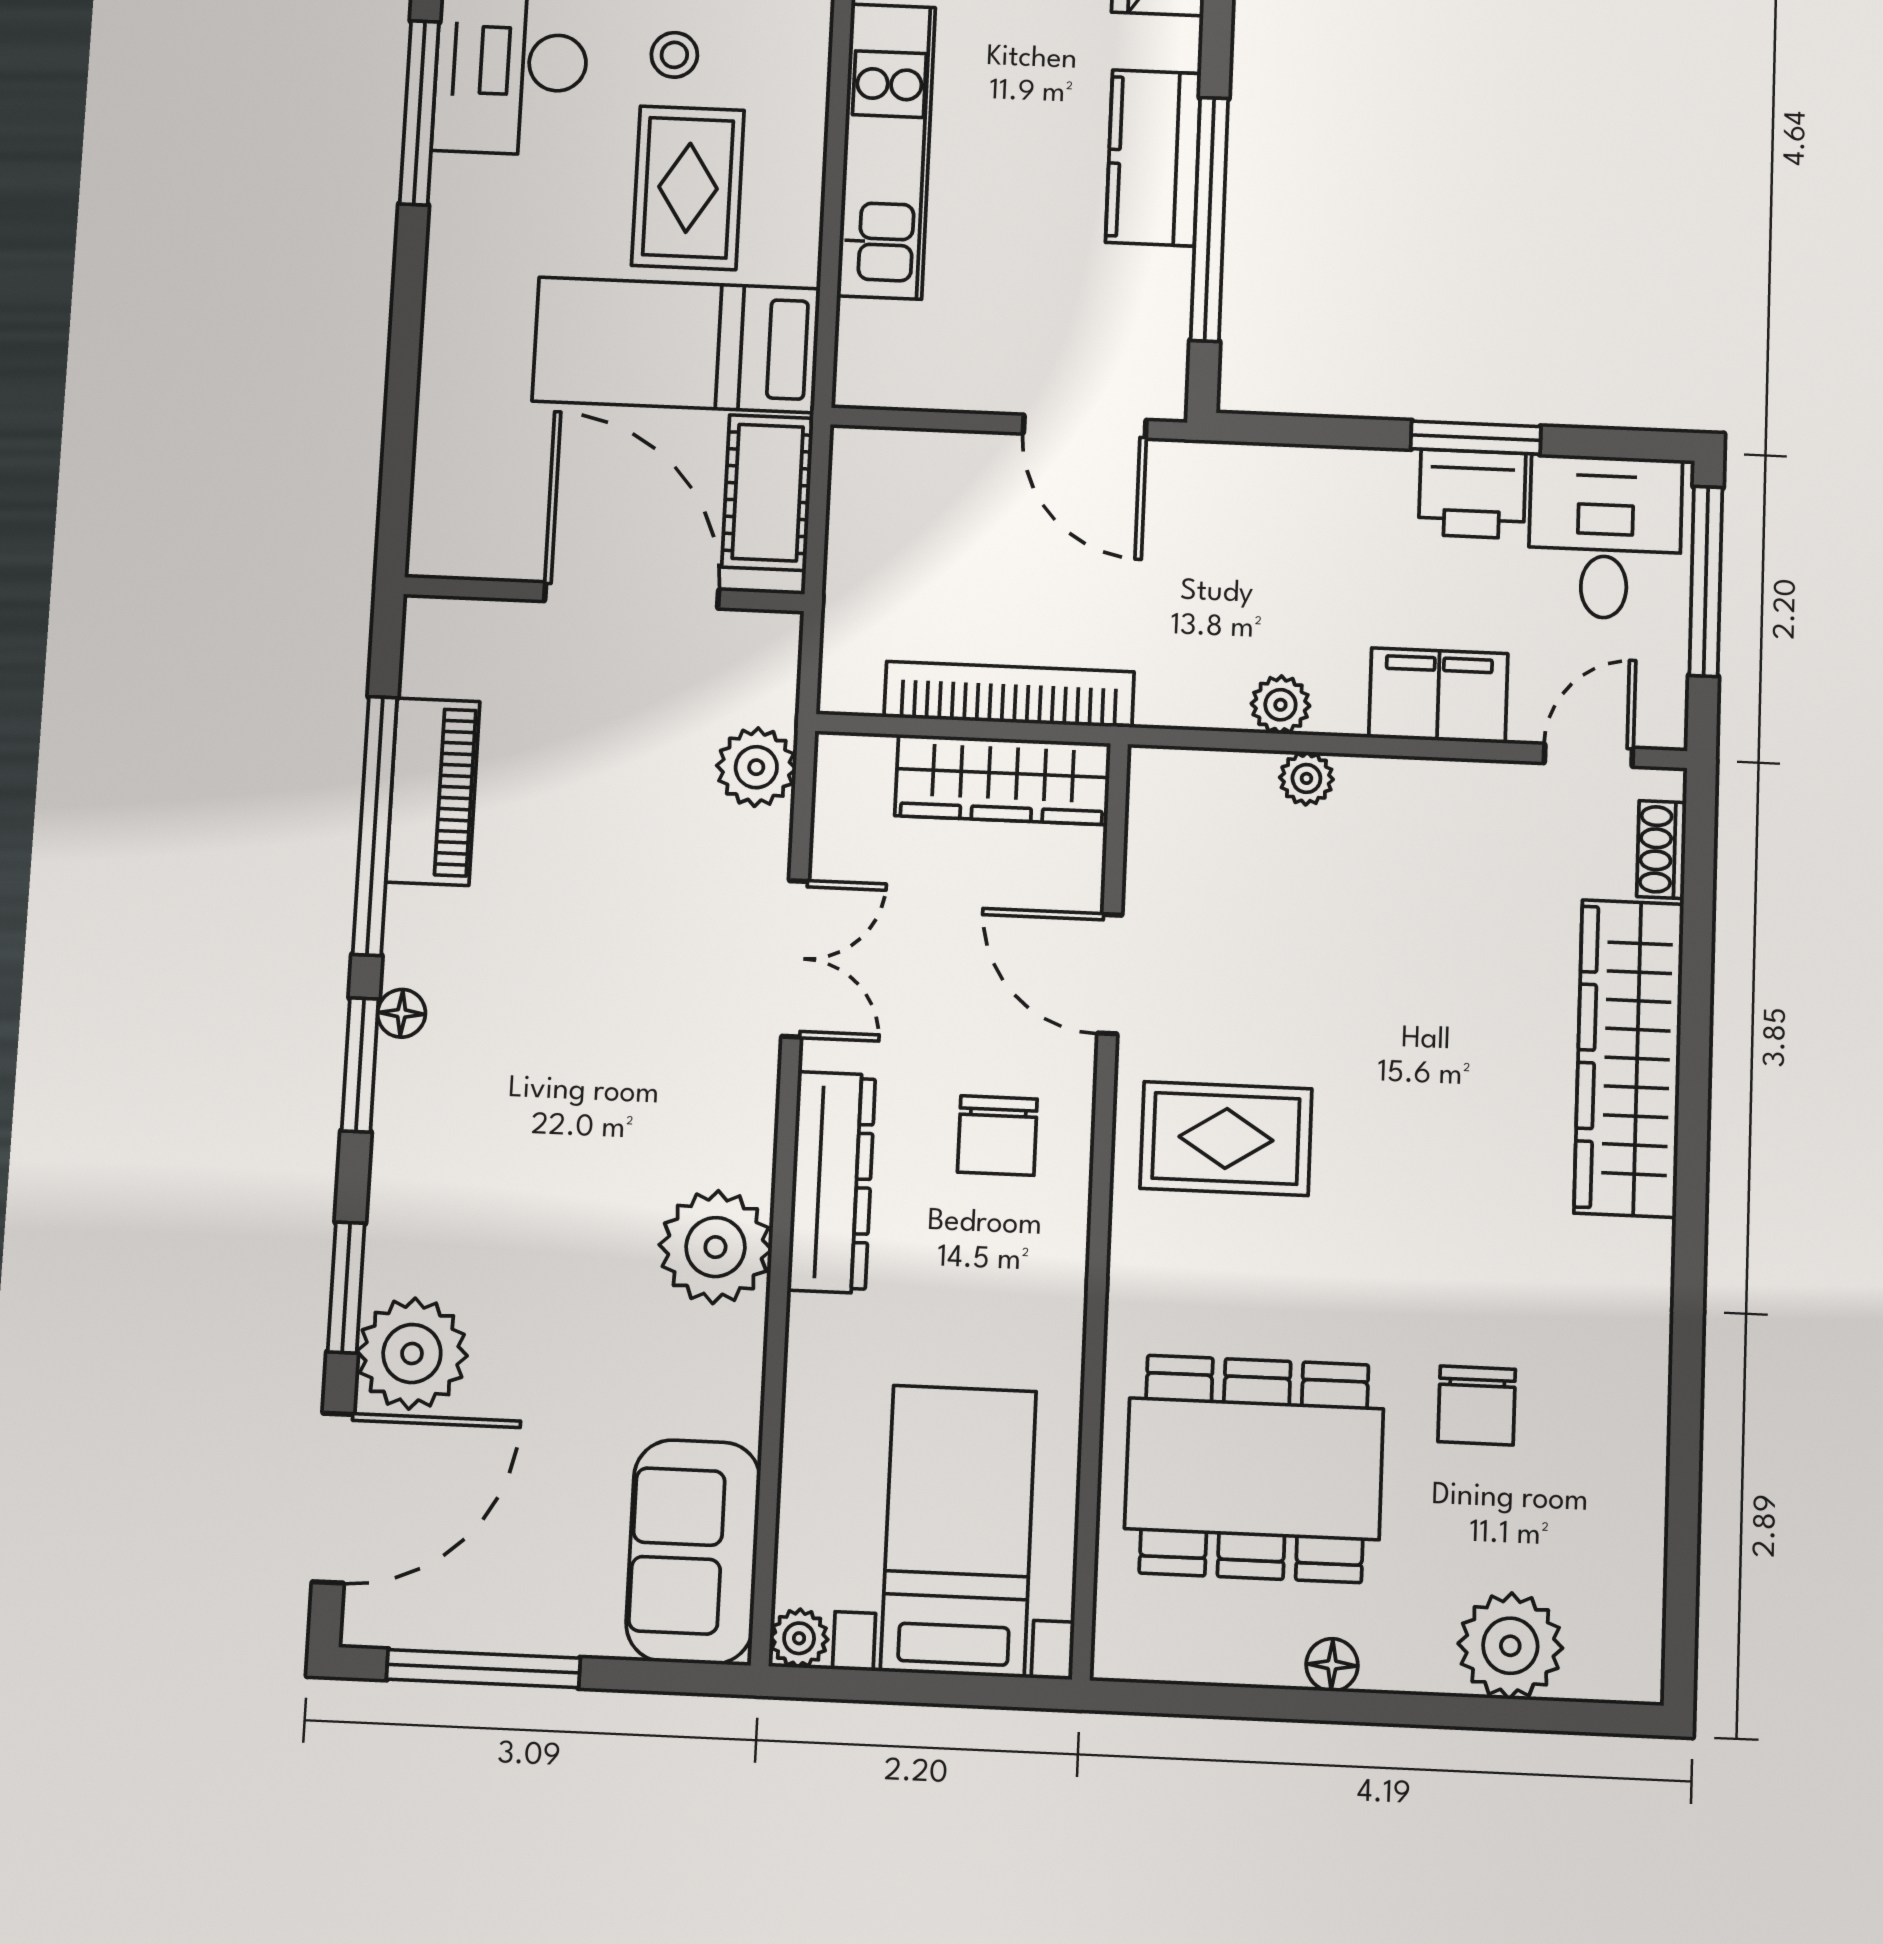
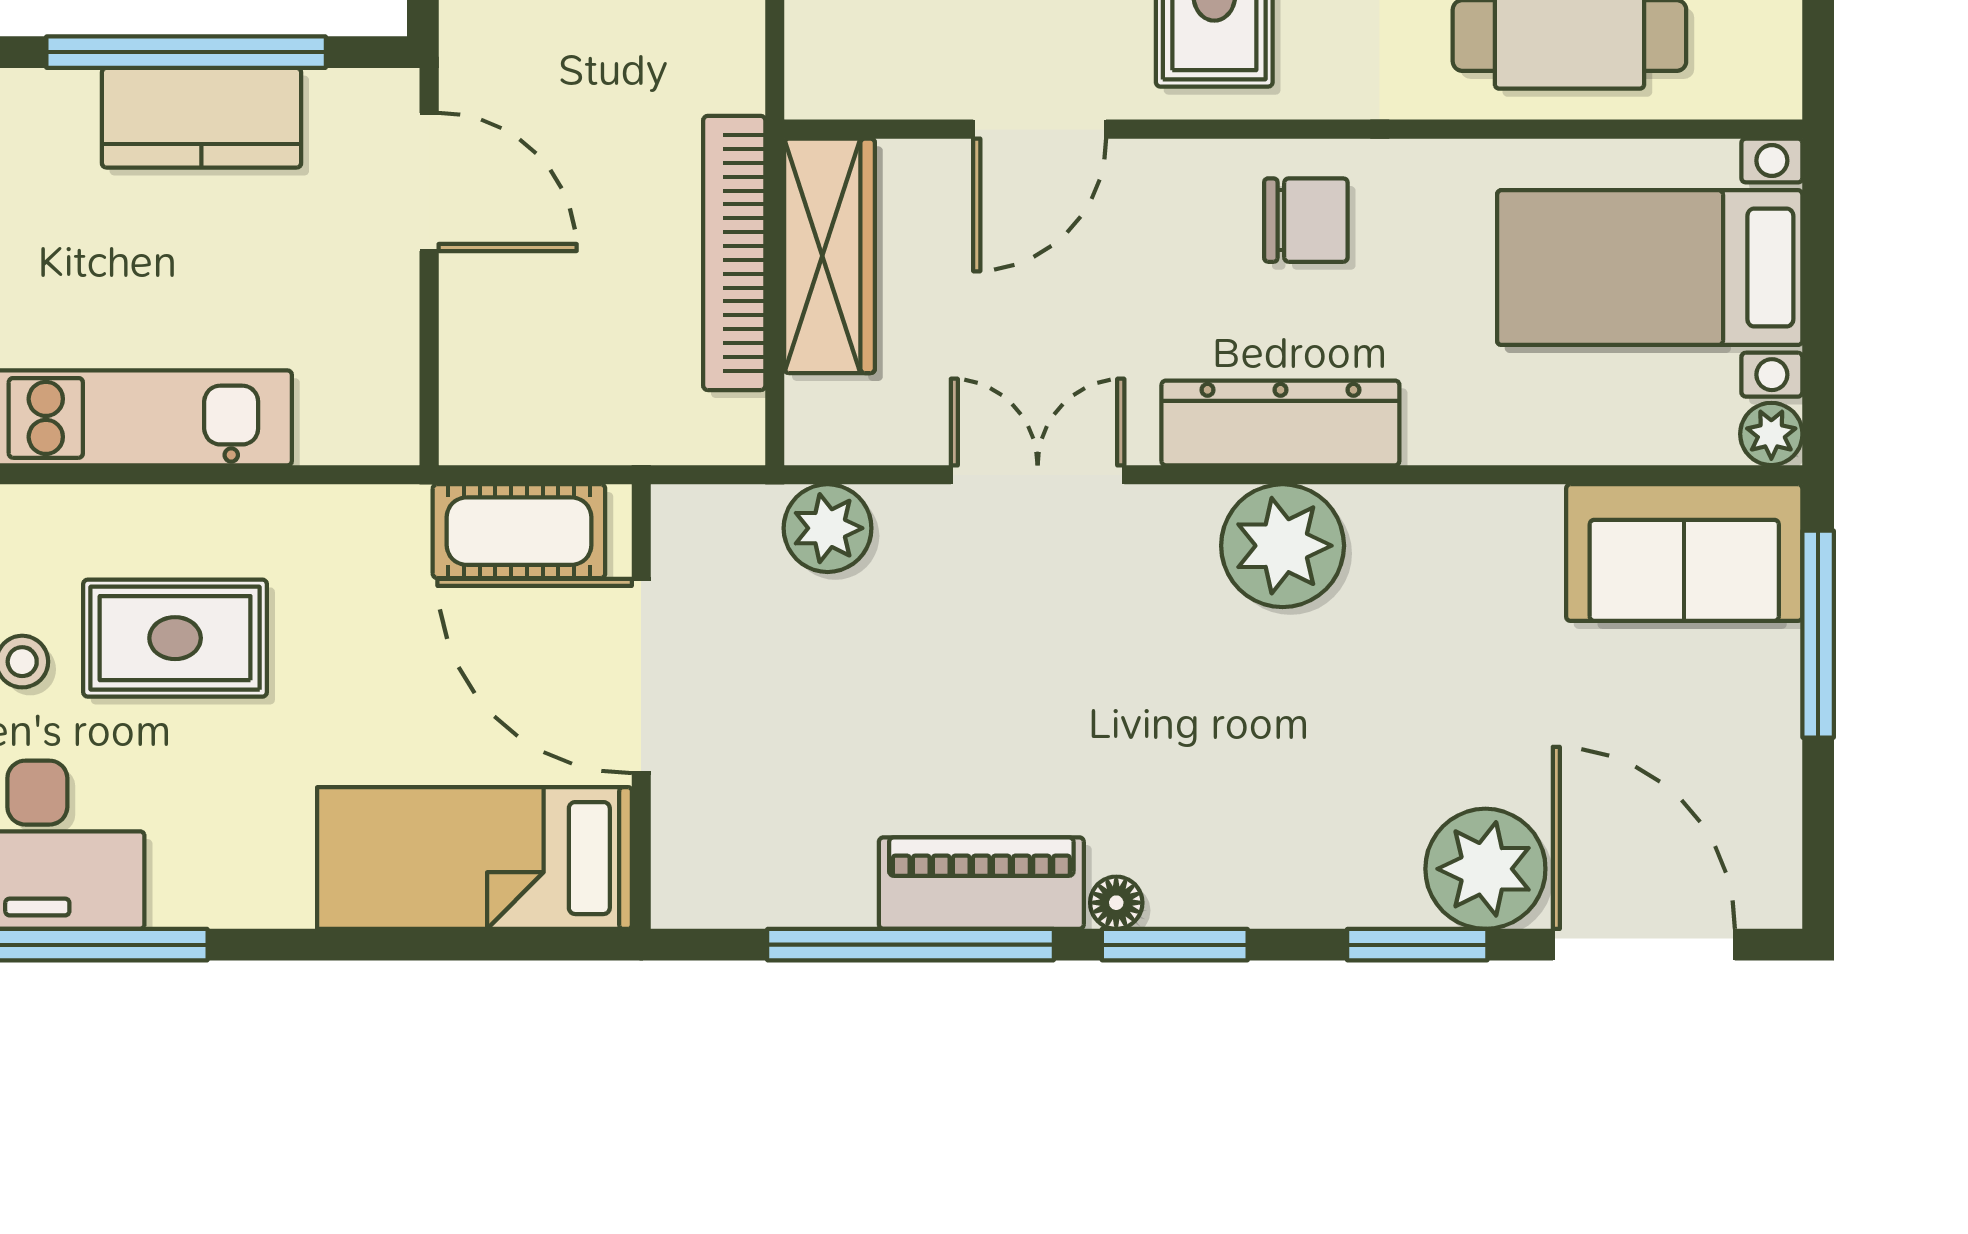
kitchen counter: (1153, 158) -> (201, 118), moved
bed: (676, 345) -> (474, 858), moved, turned 90
door: (1085, 427) -> (429, 182), hinge flipped
door: (632, 595) -> (641, 676), hinge flipped
piano: (433, 792) -> (981, 883), moved
chair: (997, 1136) -> (1306, 220), moved
plant: (715, 1247) -> (1283, 546), moved
window: (483, 1669) -> (1818, 634), moved

